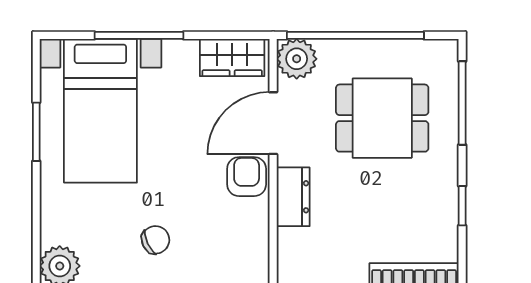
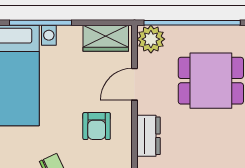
door: (273, 123) -> (134, 84), width x0.73
armchair: (247, 177) -> (97, 126), moved, turned 180

